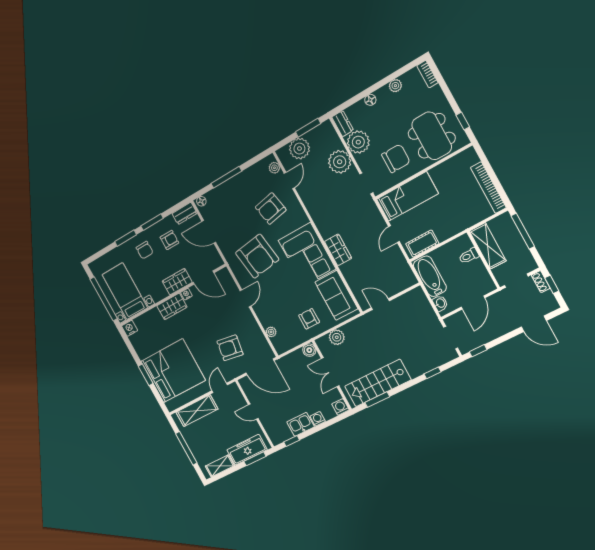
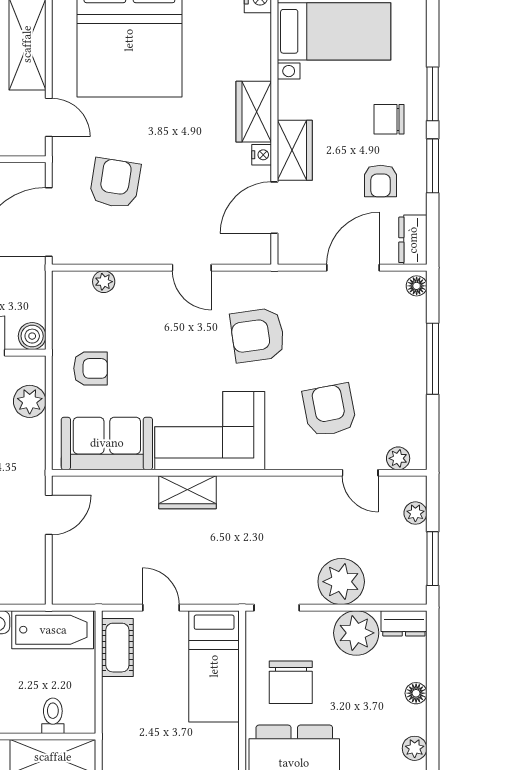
plant: (299, 149) -> (415, 513), width x0.53, depth x0.53
armchair: (257, 256) -> (258, 335), width x0.73, depth x0.73

